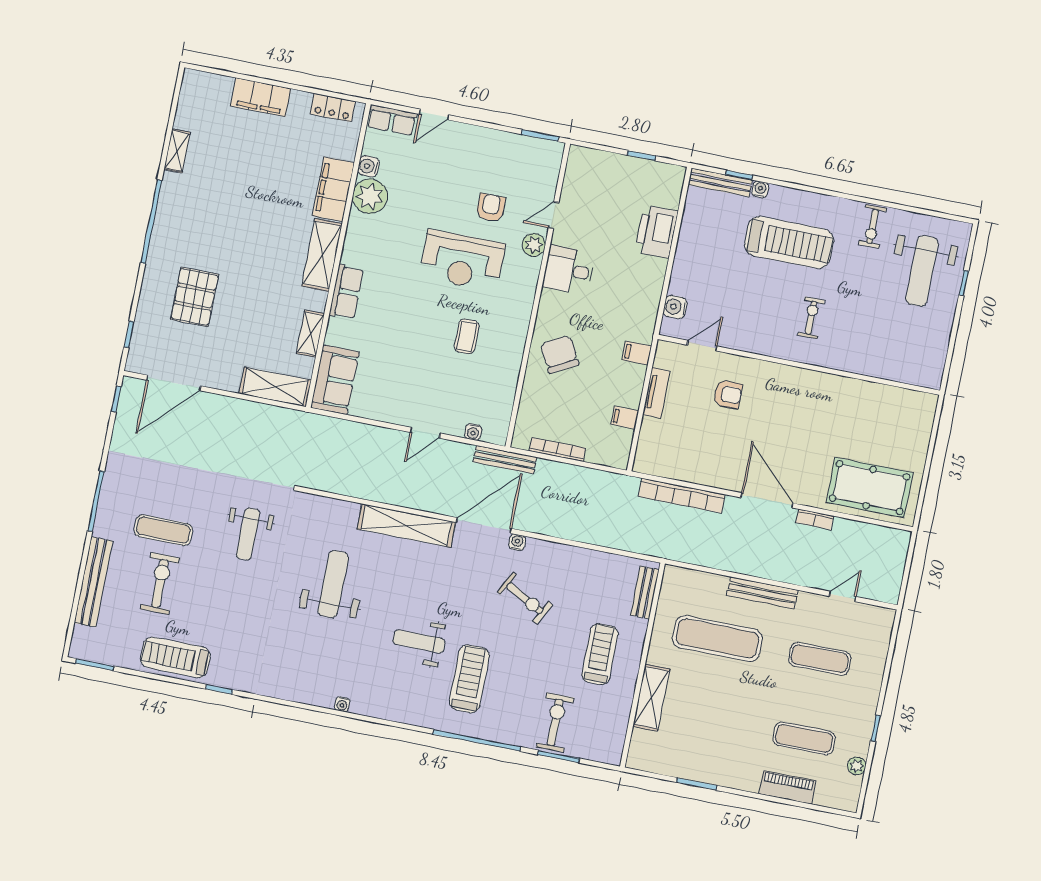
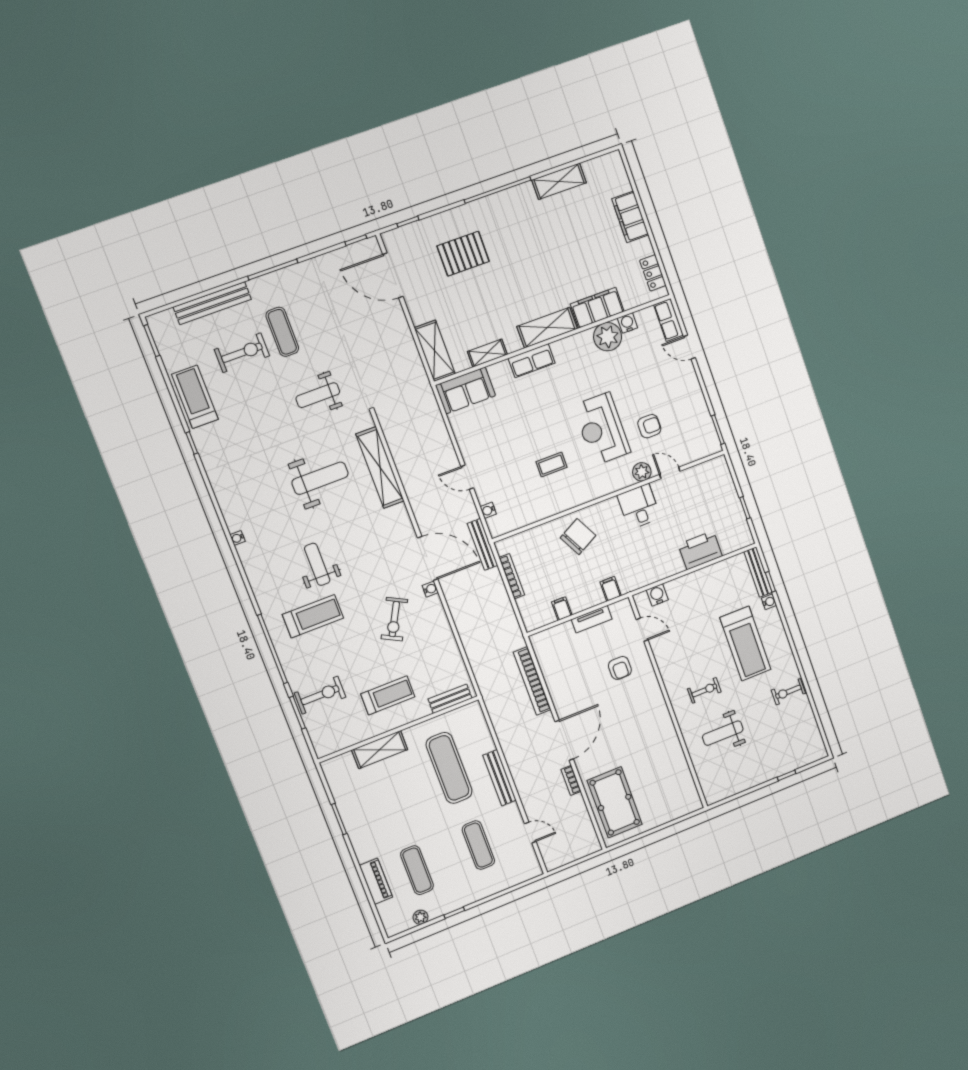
shelving: (177, 151) -> (559, 181), width x1.50, depth x1.33
weight bench: (922, 271) -> (723, 733), moved, width x0.73, depth x0.75
shelving: (406, 526) -> (380, 467), moved

